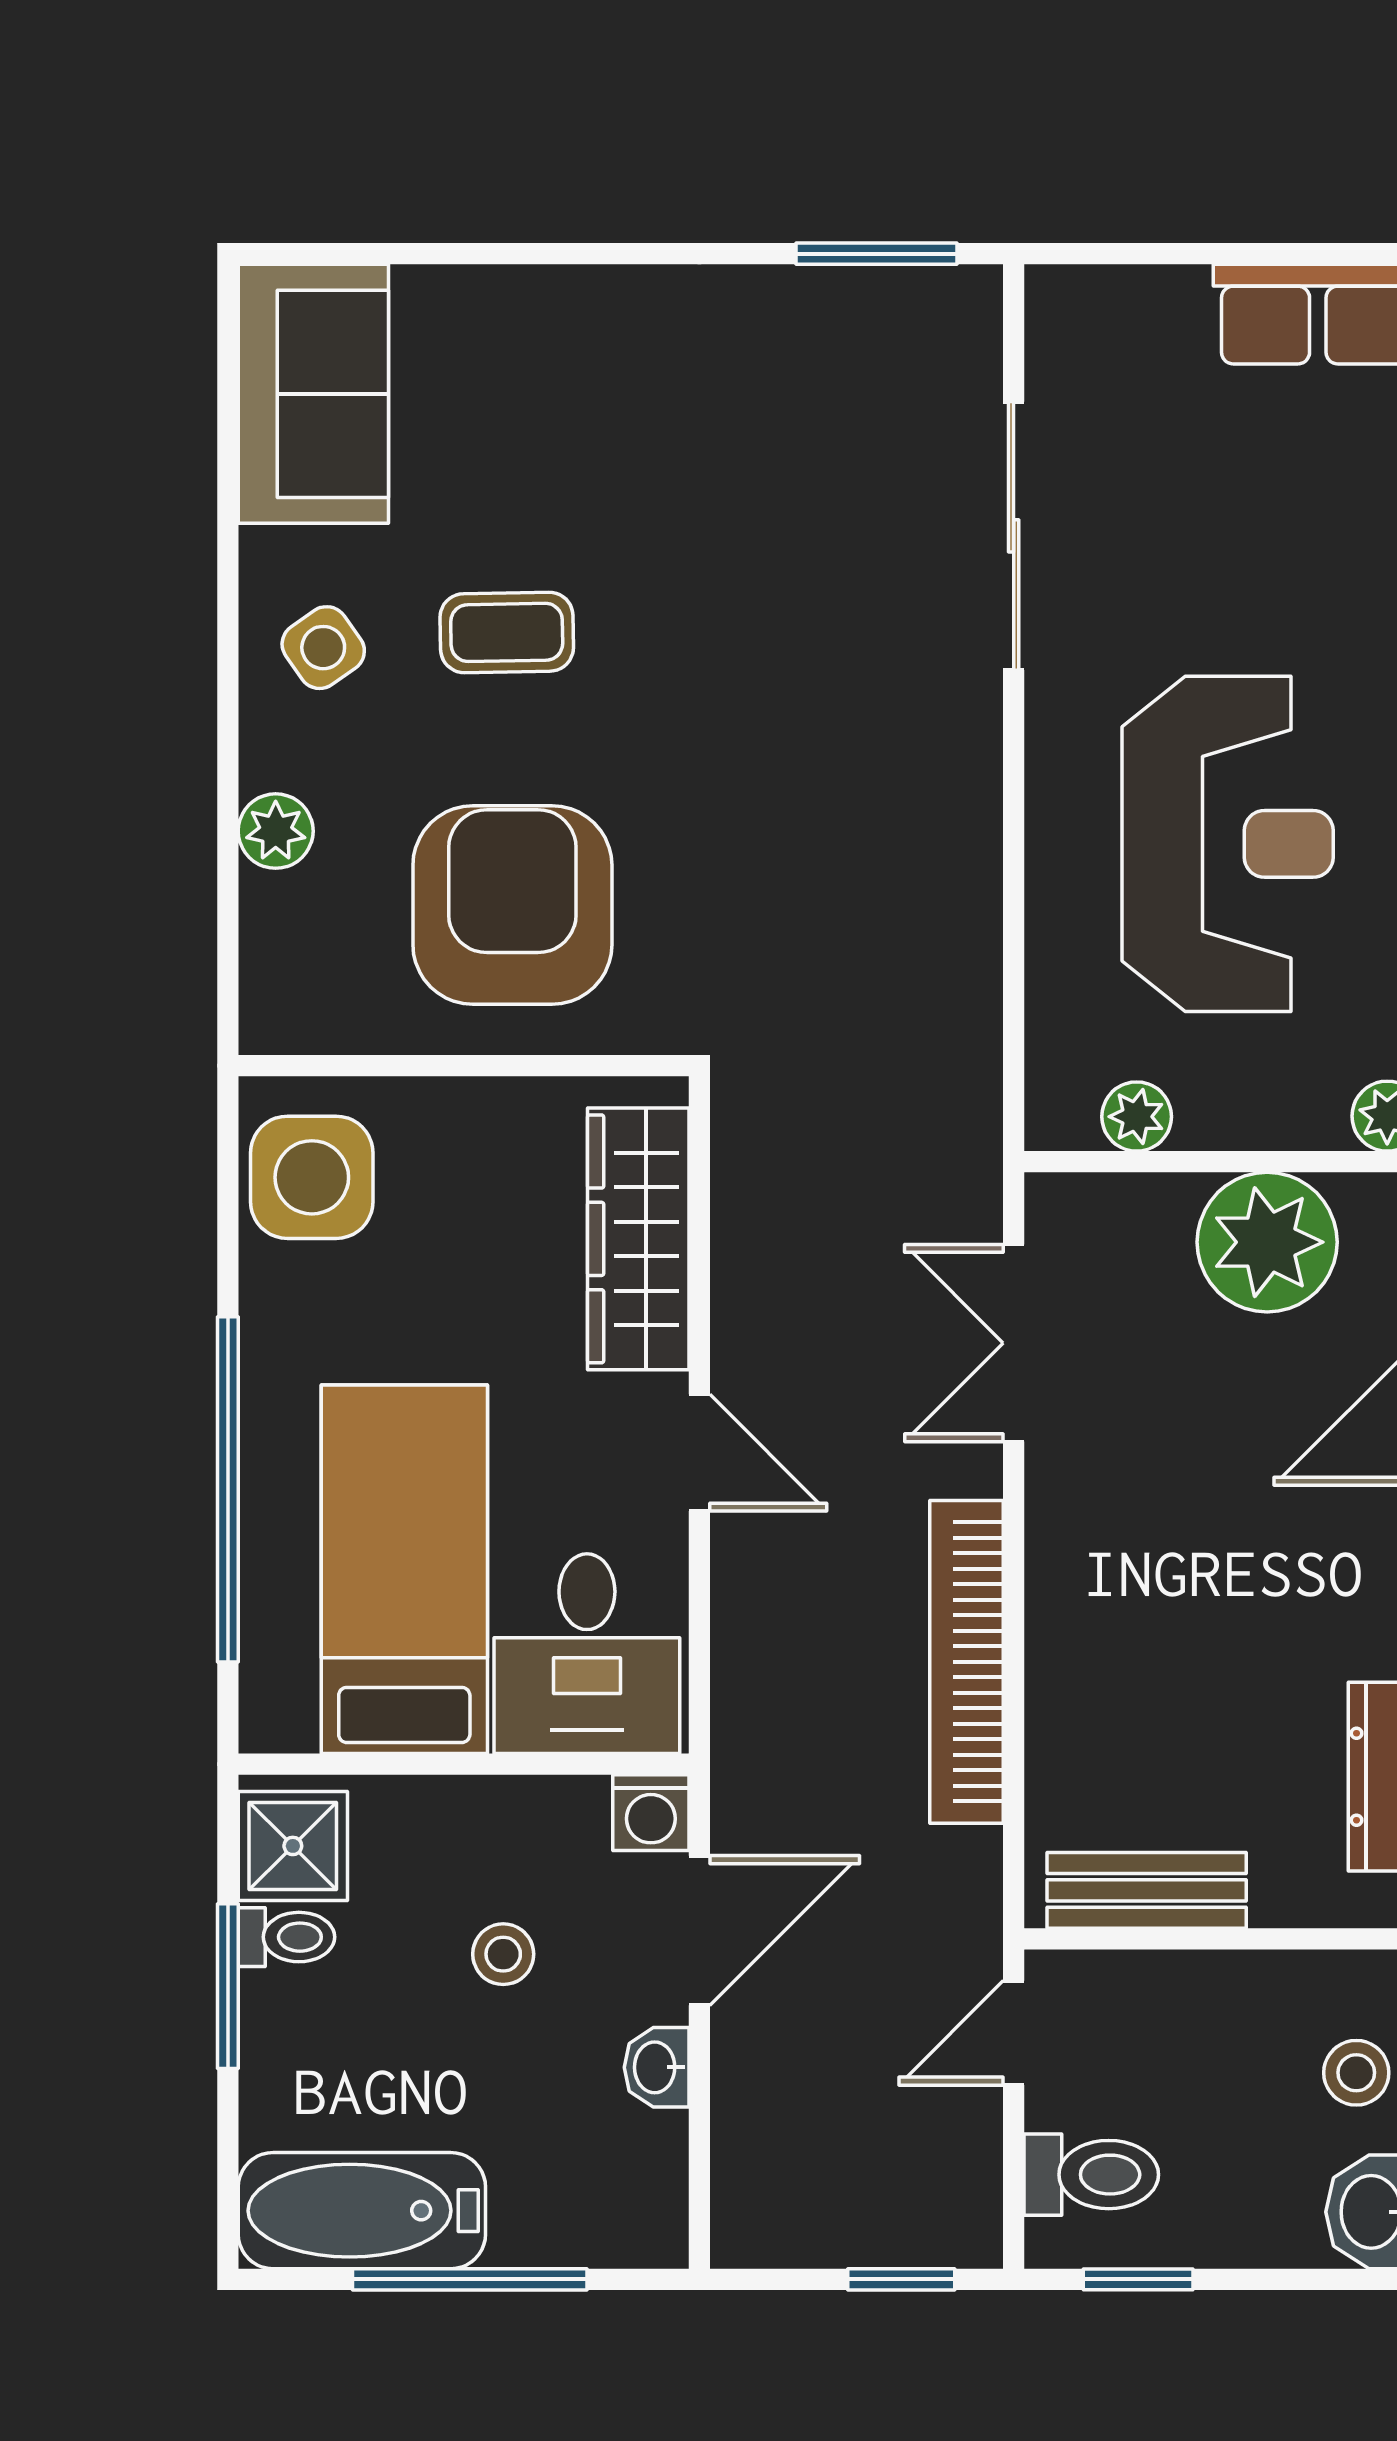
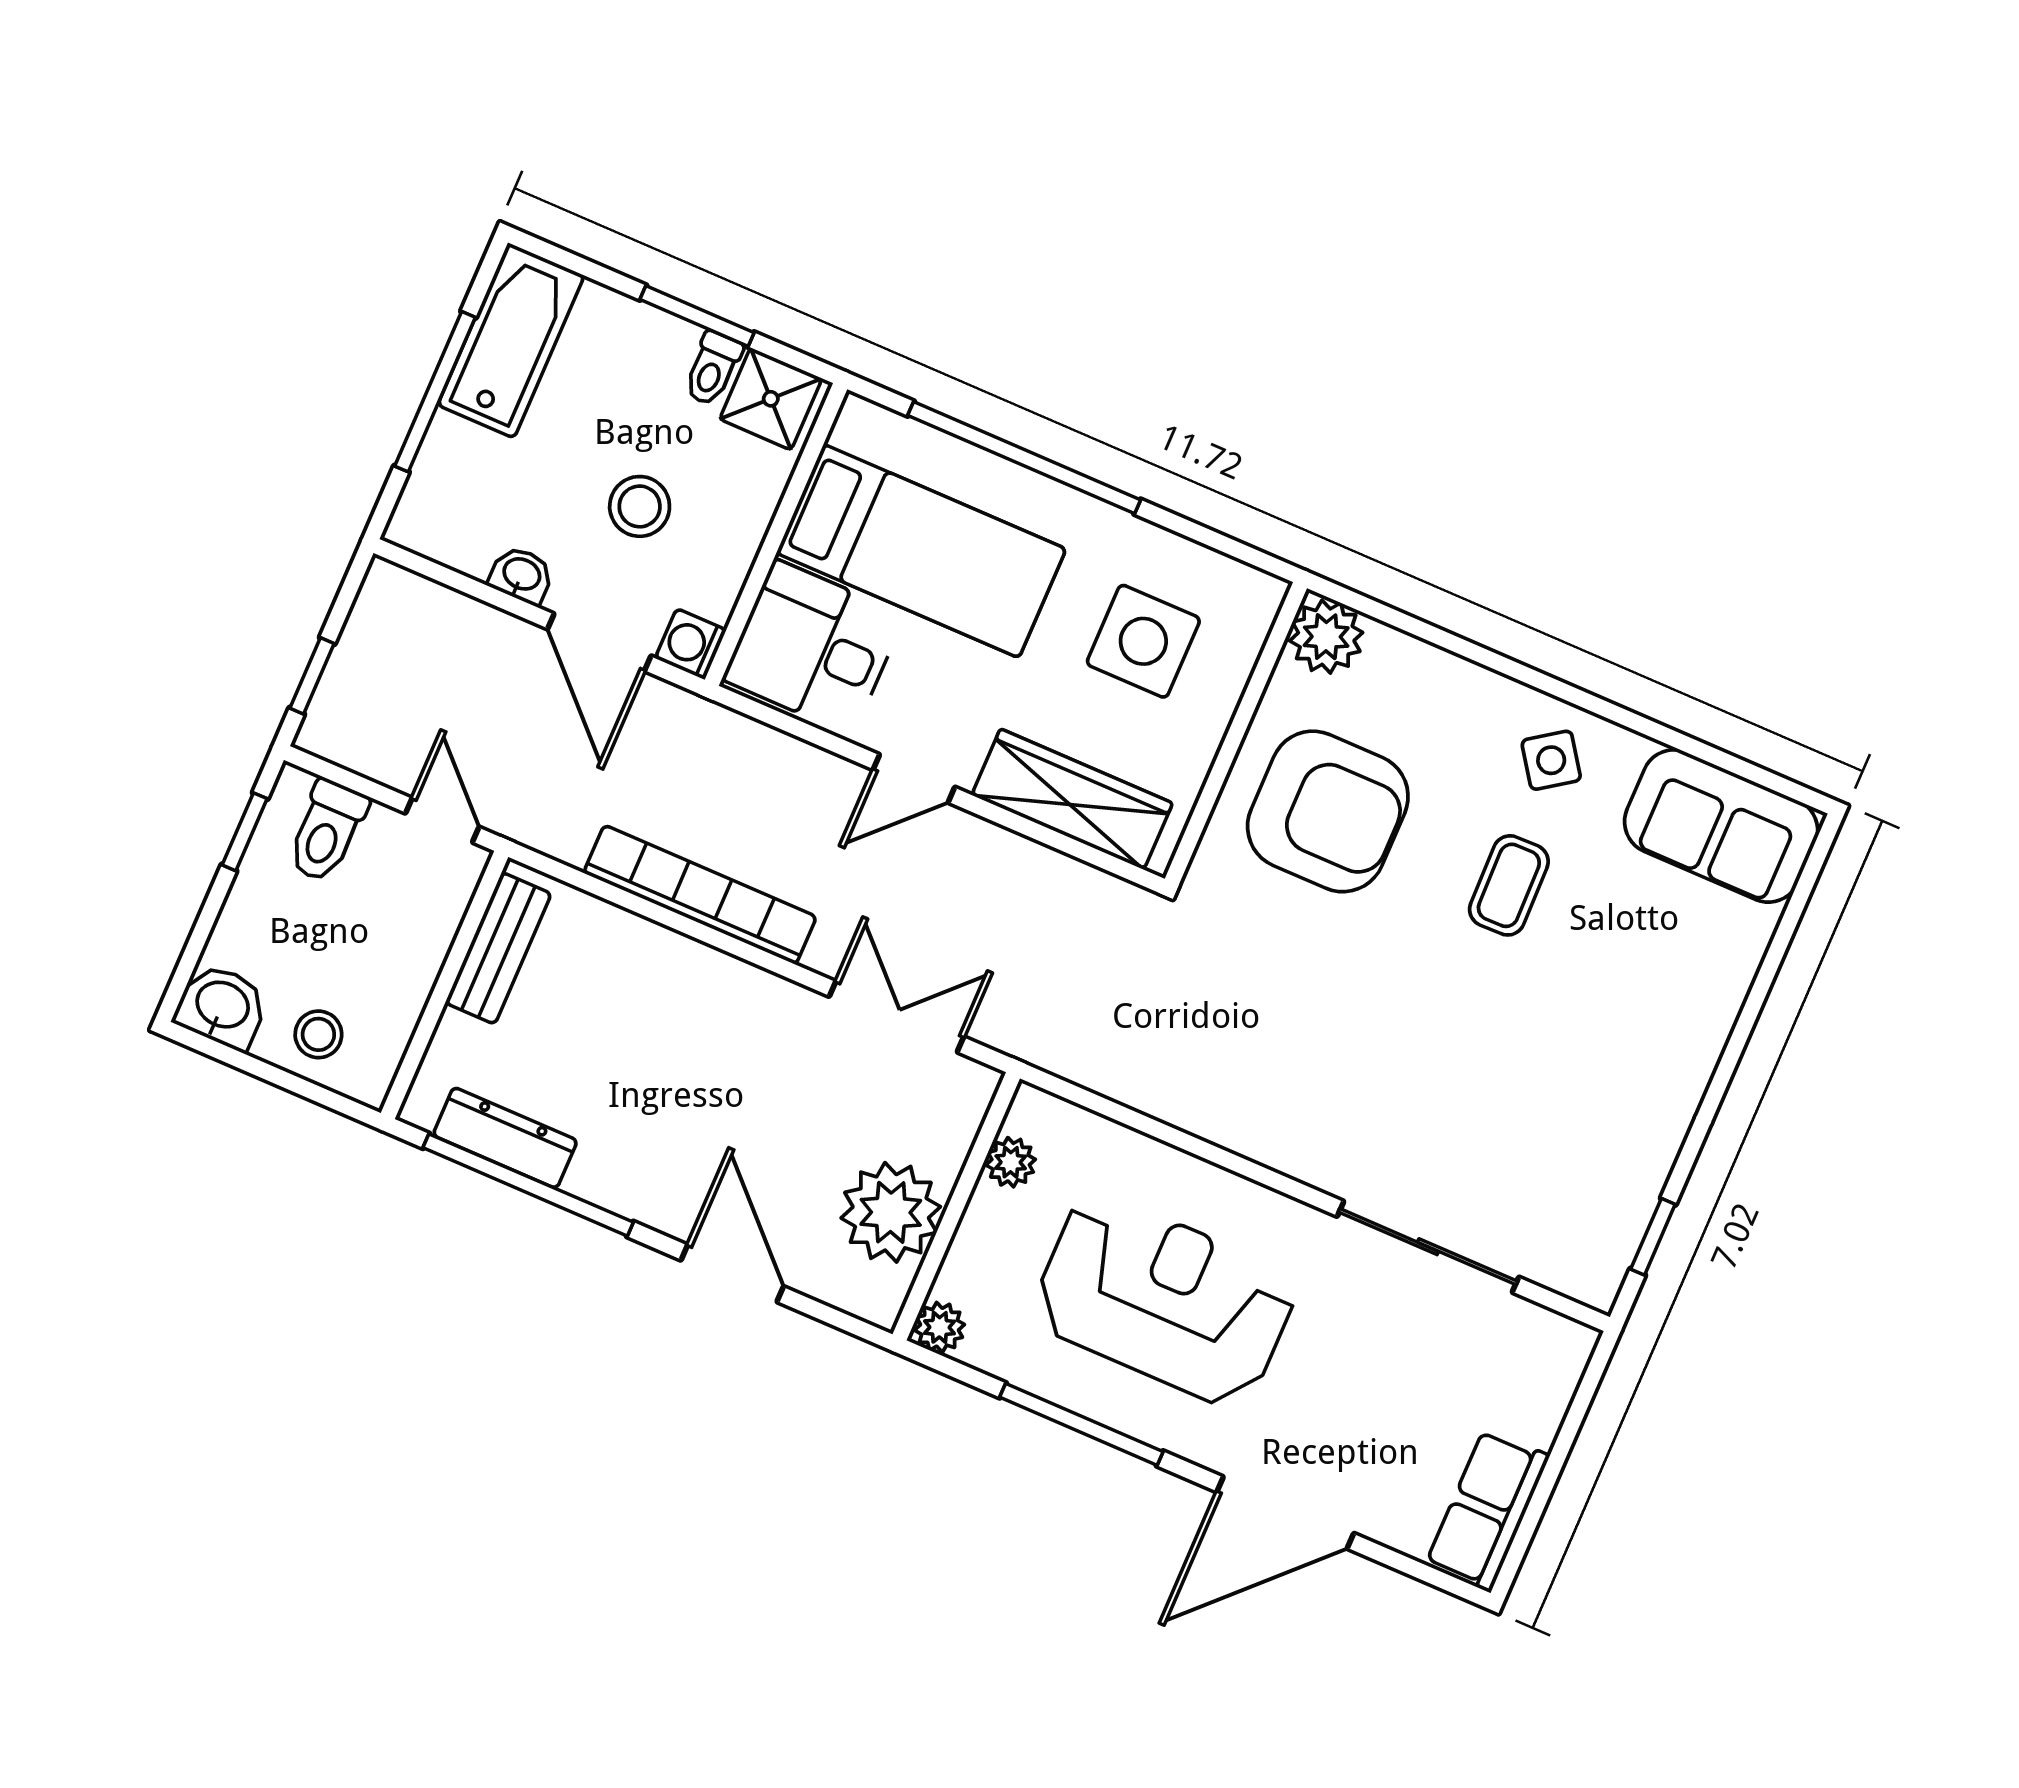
window: (876, 254) -> (1653, 1237), width x0.67
plant: (276, 831) -> (1326, 637), moved, width x1.38, depth x1.38
reception desk: (1228, 844) -> (1164, 1300), turned 180
side table: (312, 1177) -> (1143, 641), moved
stool: (503, 1954) -> (640, 506), width x1.37, depth x1.37

